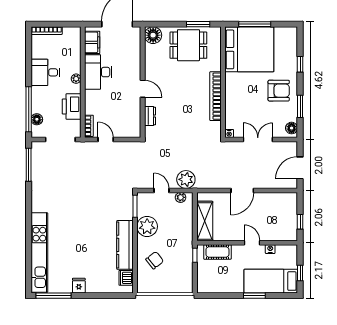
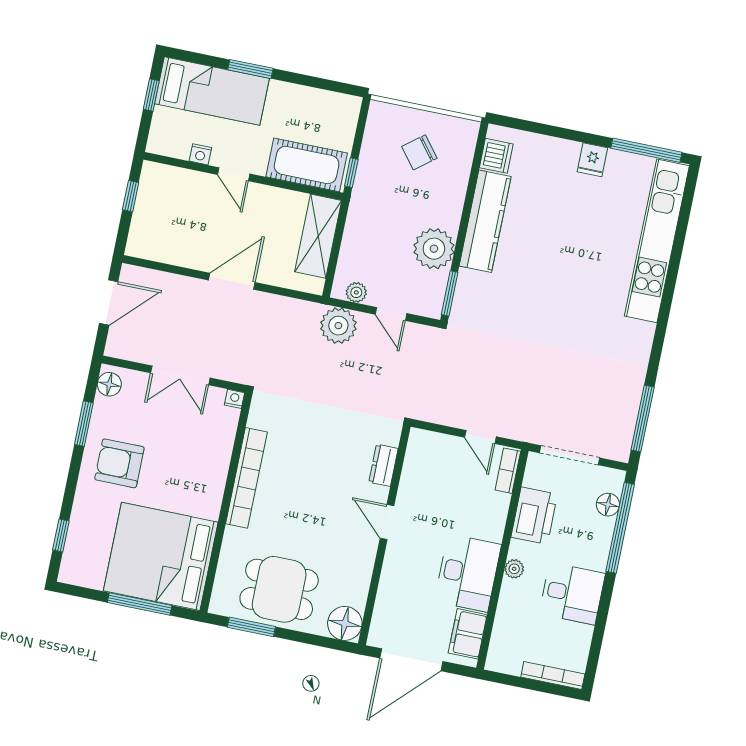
window: (300, 64) -> (61, 535), moved
cot: (217, 252) -> (307, 165), width x1.37, depth x1.34
chair: (155, 260) -> (419, 152), moved

